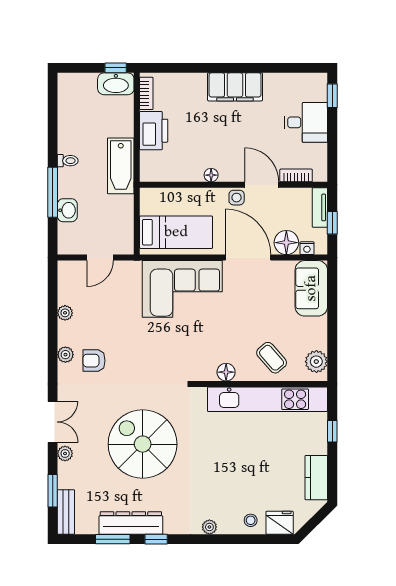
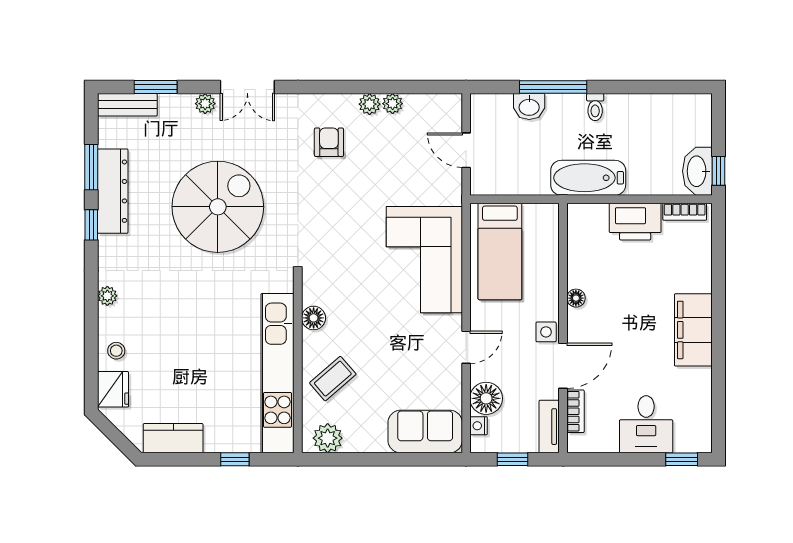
tv unit: (320, 207) -> (549, 427), moved, turned -90
door: (248, 258) -> (466, 347), width x0.53
plant: (65, 355) -> (370, 104), moved

